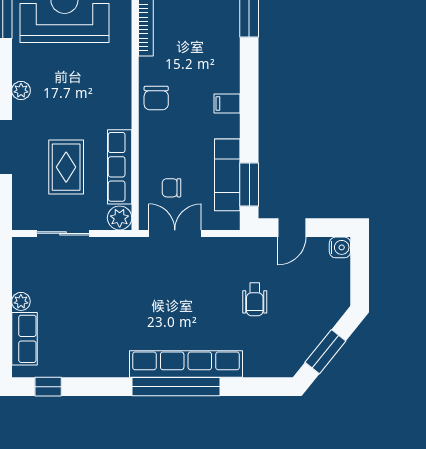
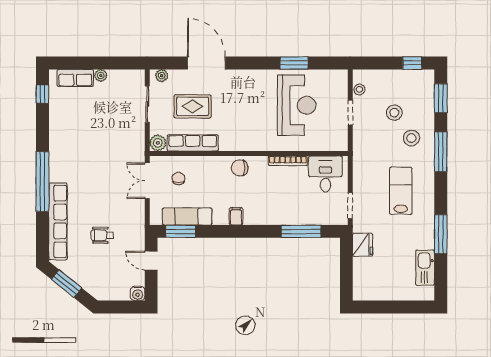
plant: (21, 91) -> (162, 76), moved
double door: (175, 233) -> (147, 181), swing flipped
row of seats: (186, 364) -> (58, 221), moved

